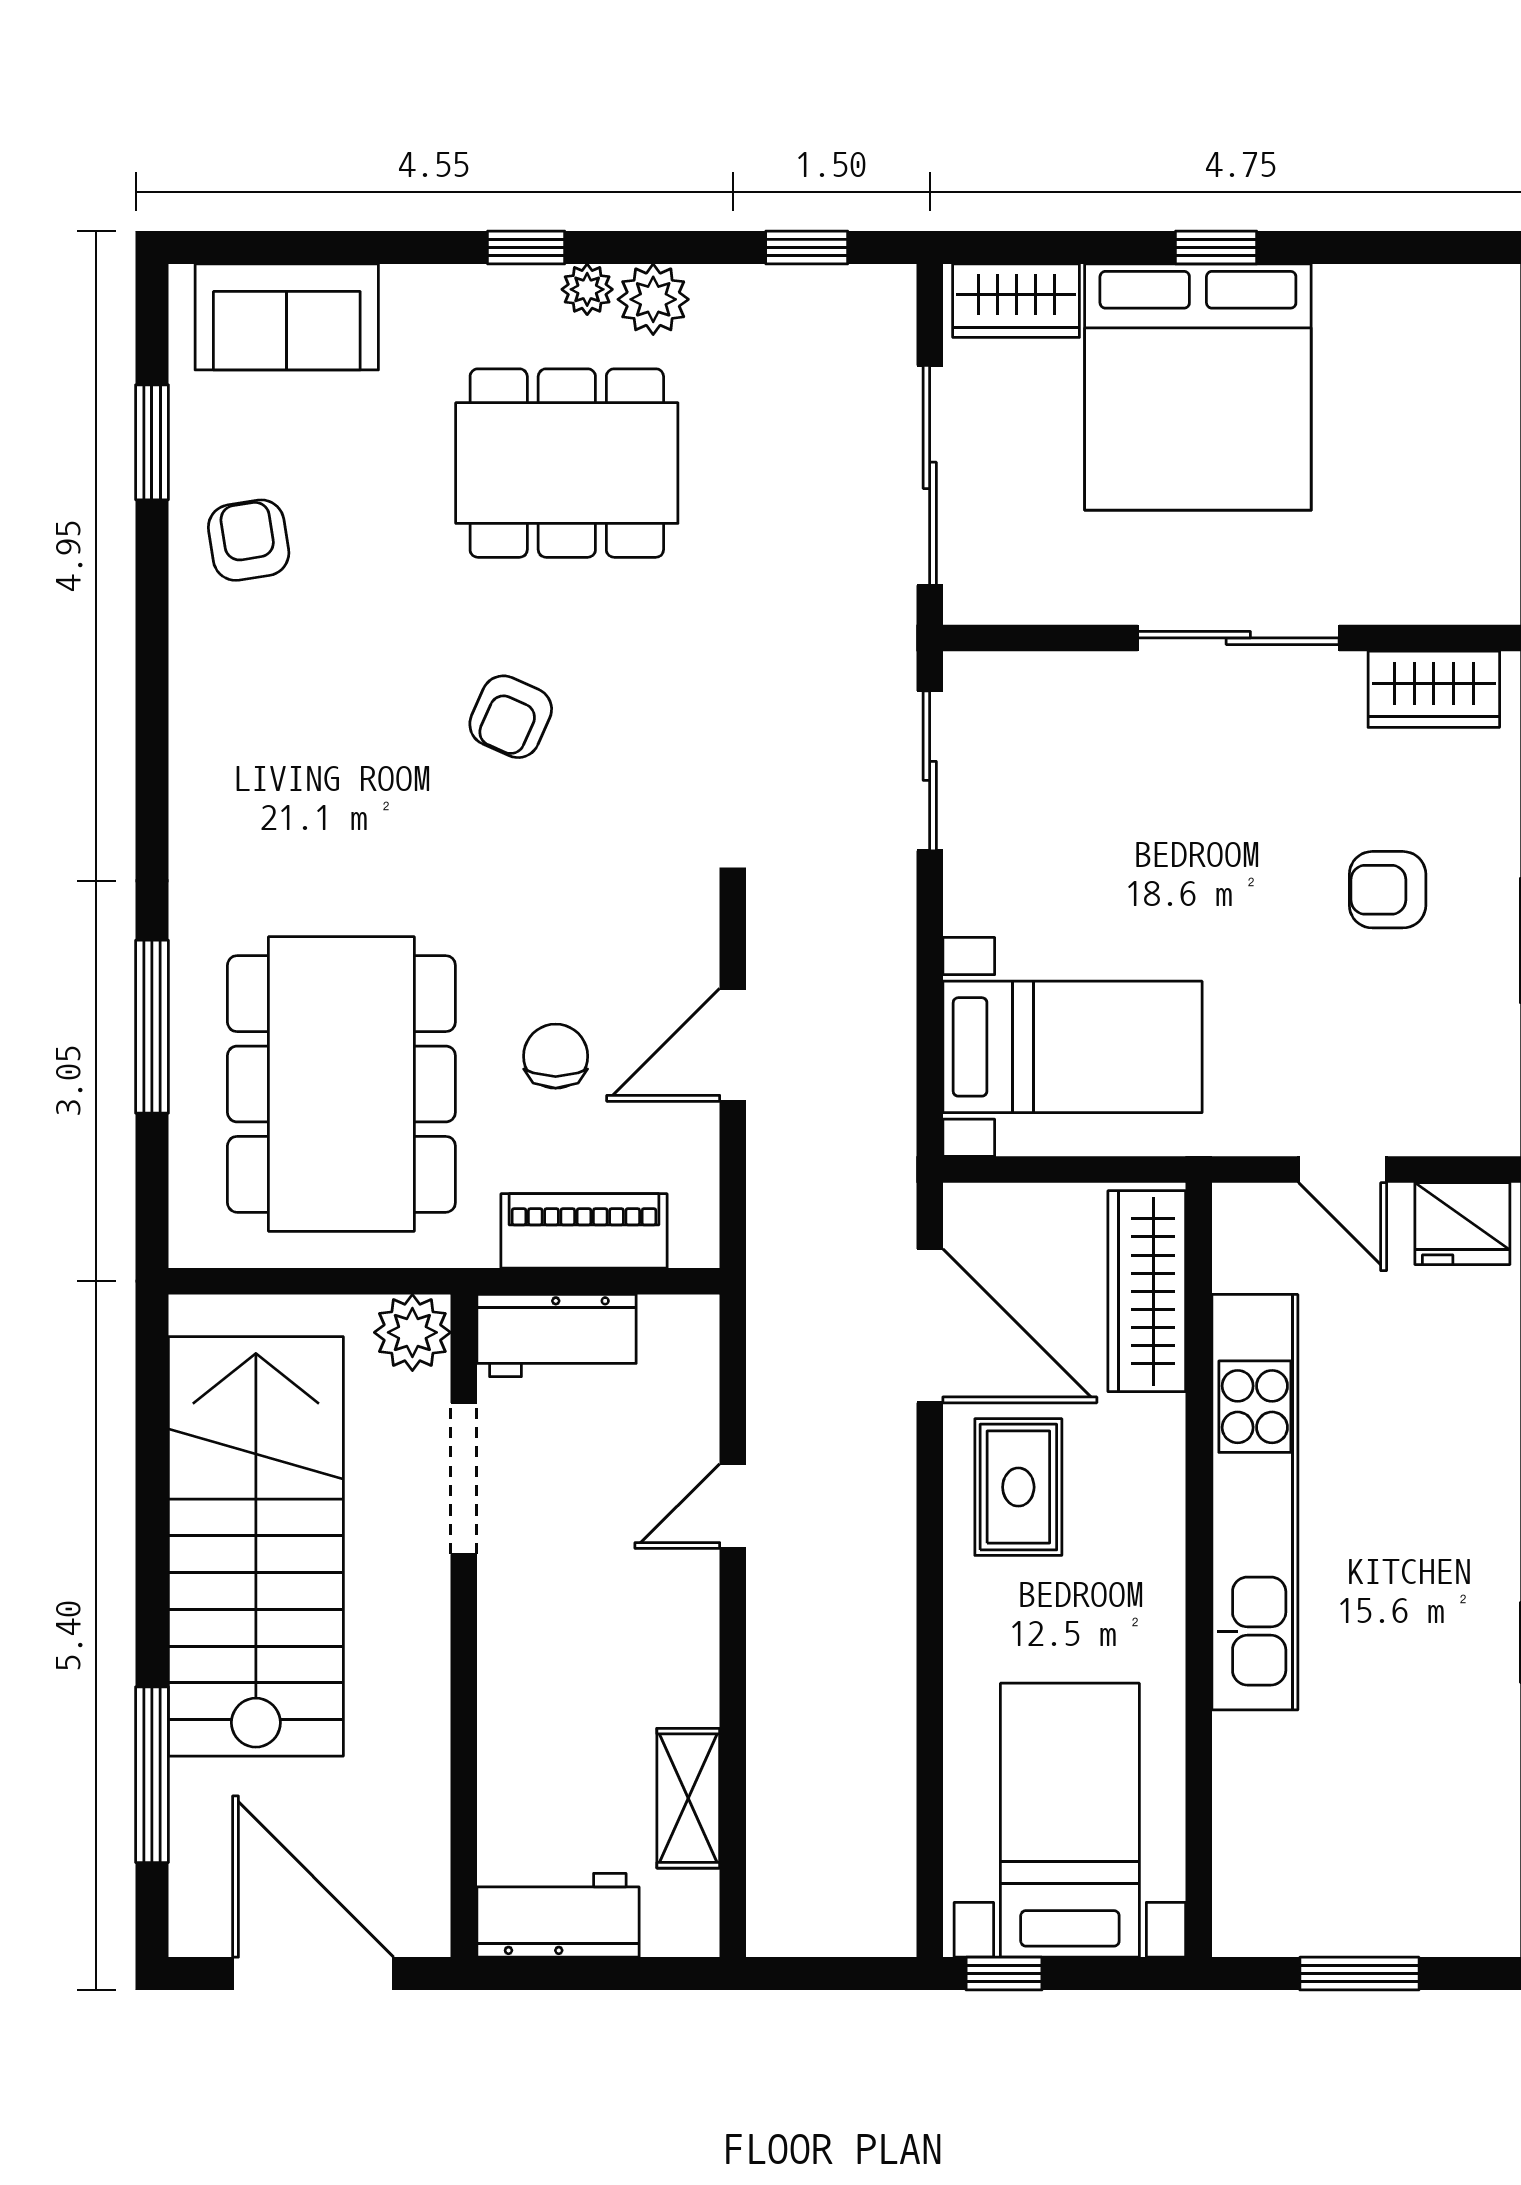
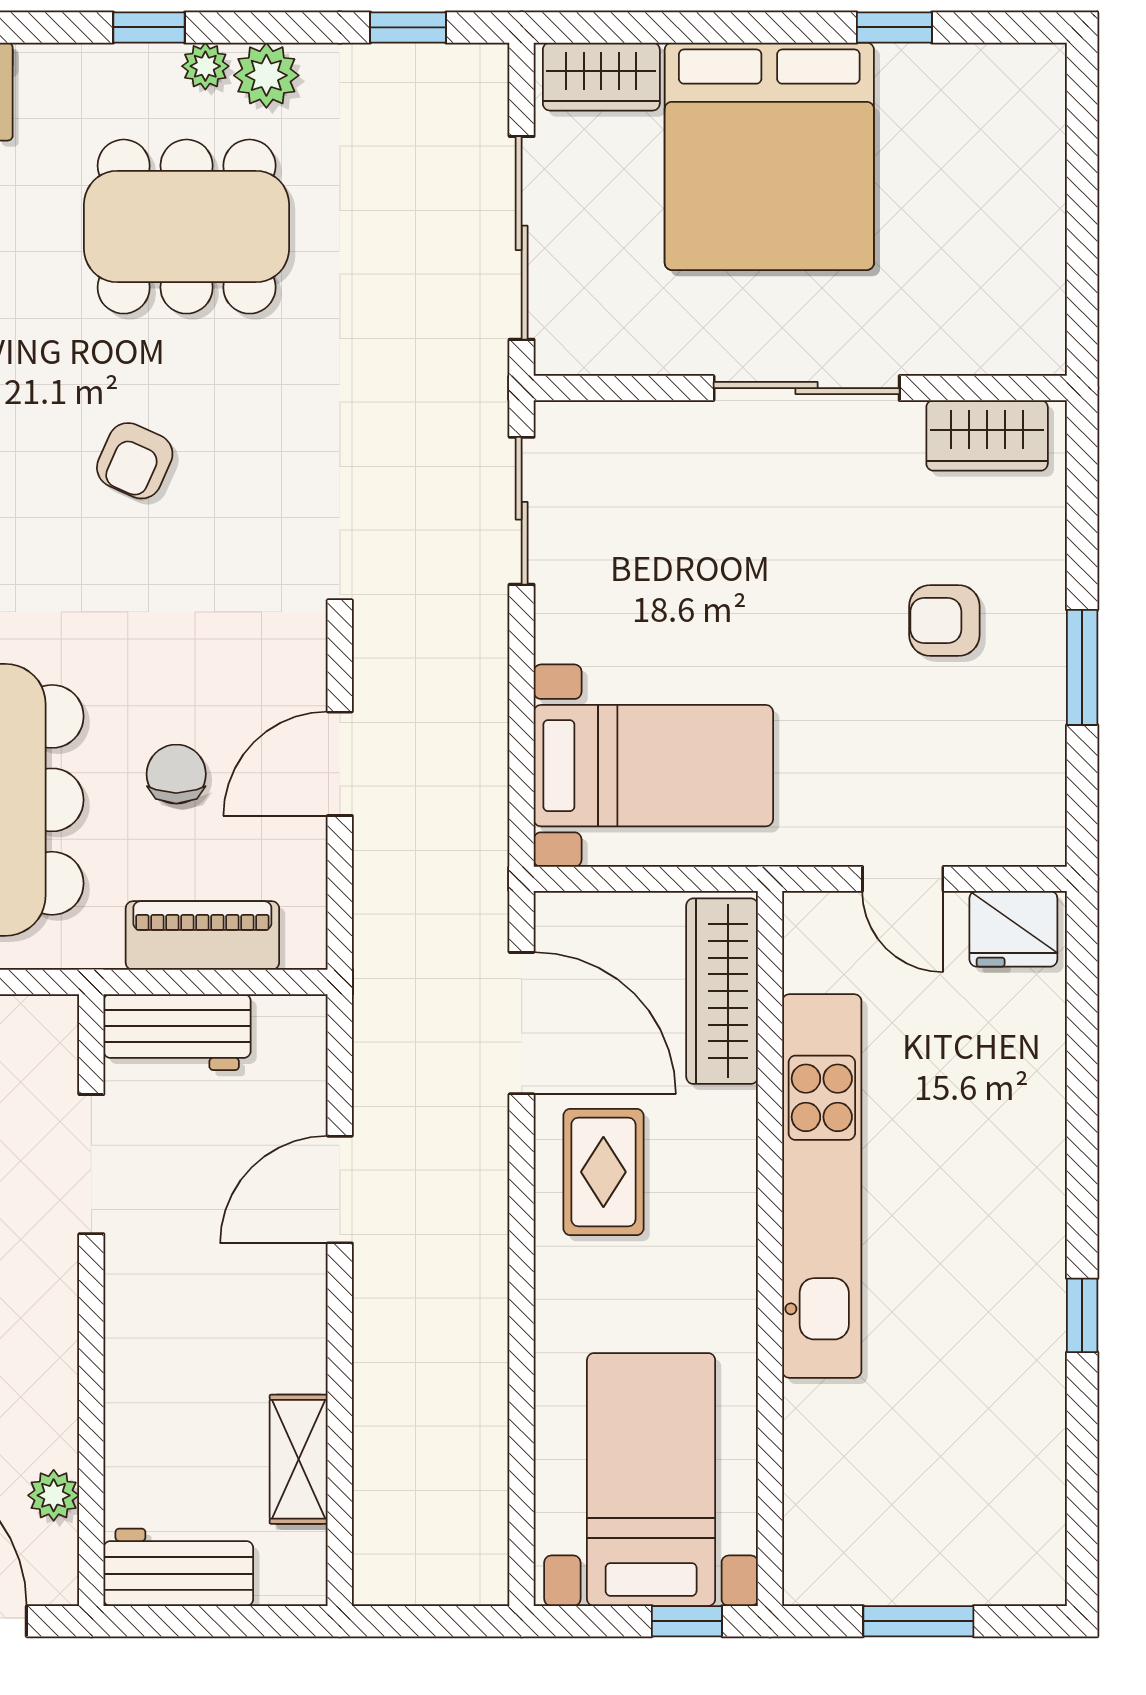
window: (1216, 247) -> (894, 27), moved
plant: (412, 1332) -> (54, 1495), moved, width x0.73, depth x0.73
door: (733, 1506) -> (340, 1190), width x1.38
window: (1004, 1974) -> (687, 1621), moved

